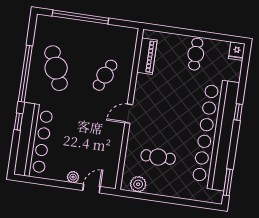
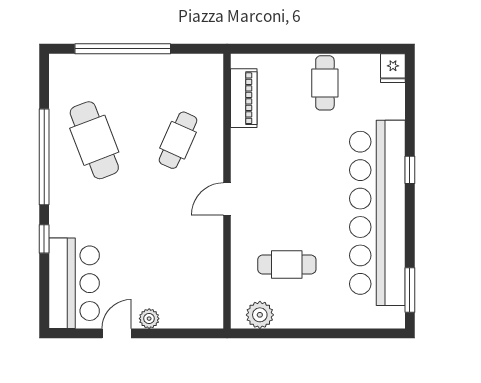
bar counter: (34, 140) -> (74, 283), width x0.73
door: (91, 189) -> (117, 333), moved

